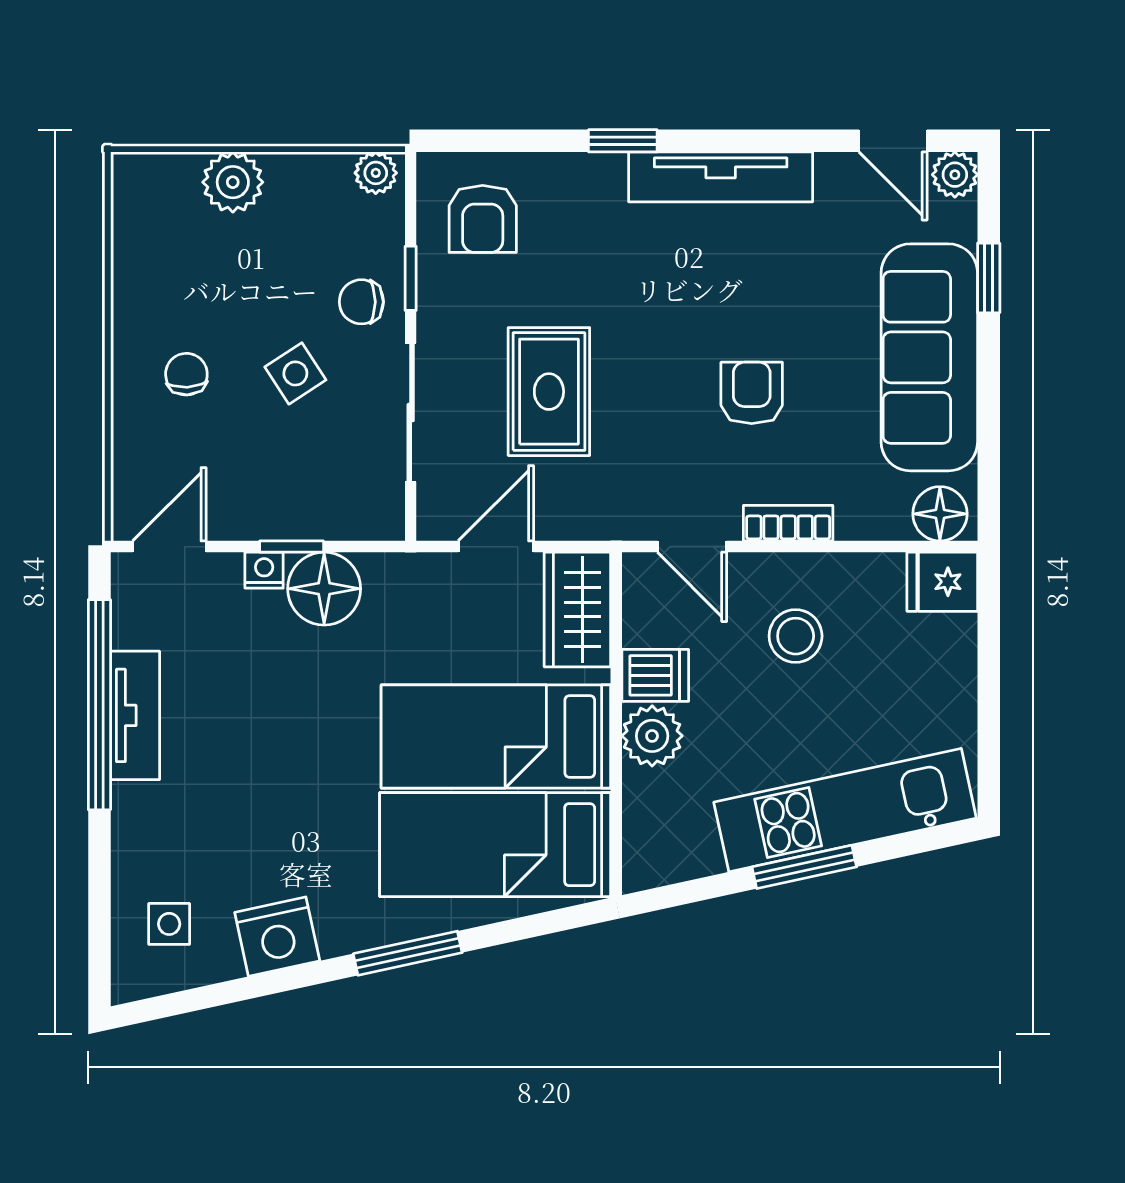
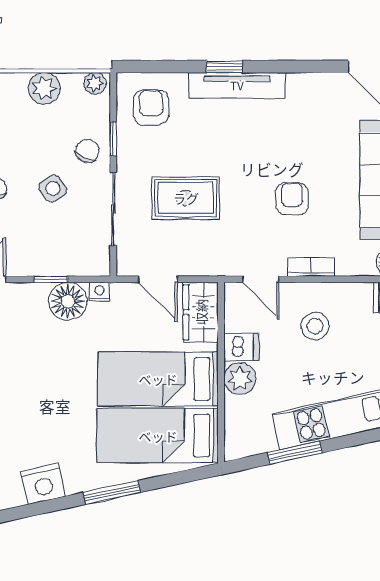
tv unit: (721, 177) -> (237, 85), moved
plant: (233, 182) -> (44, 88), moved
armchair: (483, 219) -> (151, 107), turned 180
chair: (361, 302) -> (87, 151), turned 113
rug: (549, 392) -> (186, 198), turned 90
door: (496, 547) -> (158, 279), swing flipped
nightstand: (264, 570) -> (99, 292), moved
window: (804, 867) -> (295, 453), moved

